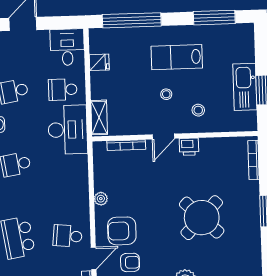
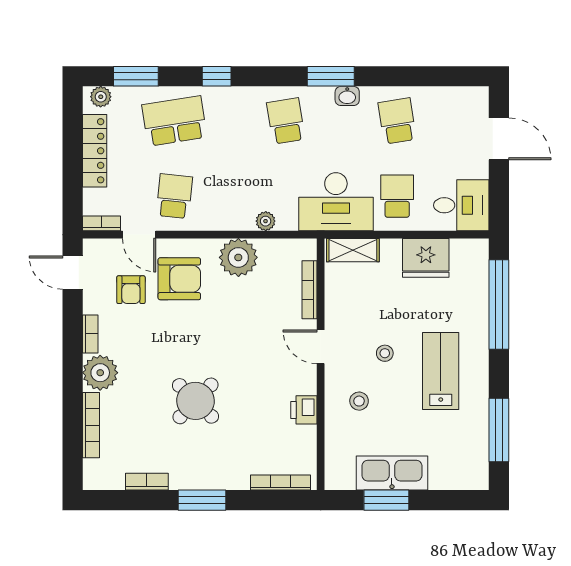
fridge: (99, 62) -> (426, 258), width x1.88, depth x1.34
printer: (189, 147) -> (304, 410), moved
plant: (82, 175) -> (266, 221), added
plant: (101, 199) -> (238, 257), width x1.87, depth x1.87
round table: (202, 218) -> (196, 401), width x0.73, depth x0.73
armchair: (122, 231) -> (179, 279), turned 90
bookcase: (256, 248) -> (147, 482), added

